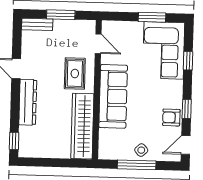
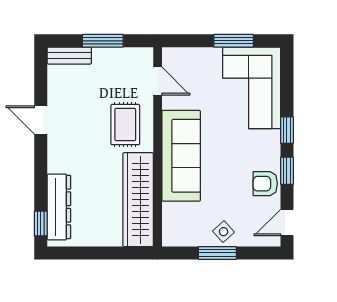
window: (188, 61) -> (287, 130), moved
dresser: (28, 102) -> (59, 207), moved
window: (137, 165) -> (217, 253), width x0.69

